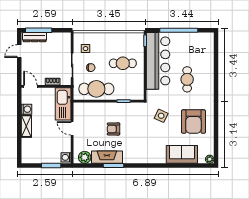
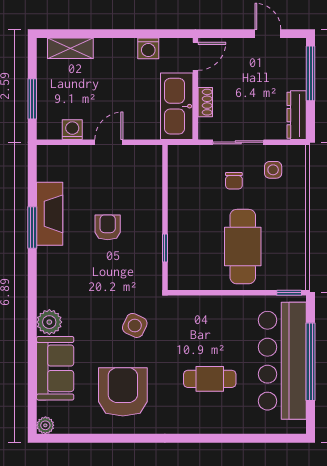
dresser: (35, 37) -> (297, 115), moved
bar counter: (158, 61) -> (282, 361), moved, turned 90
cafe table: (123, 63) -> (243, 247), width x1.37, depth x1.35
cafe table: (96, 89) -> (190, 192), removed
kitchen sink: (63, 104) -> (177, 106), moved, turned -90
armchair: (193, 122) -> (123, 392), turned 90
shelving: (26, 126) -> (70, 48), moved
washing machine: (66, 157) -> (72, 130), moved
plant: (85, 157) -> (49, 322), moved

